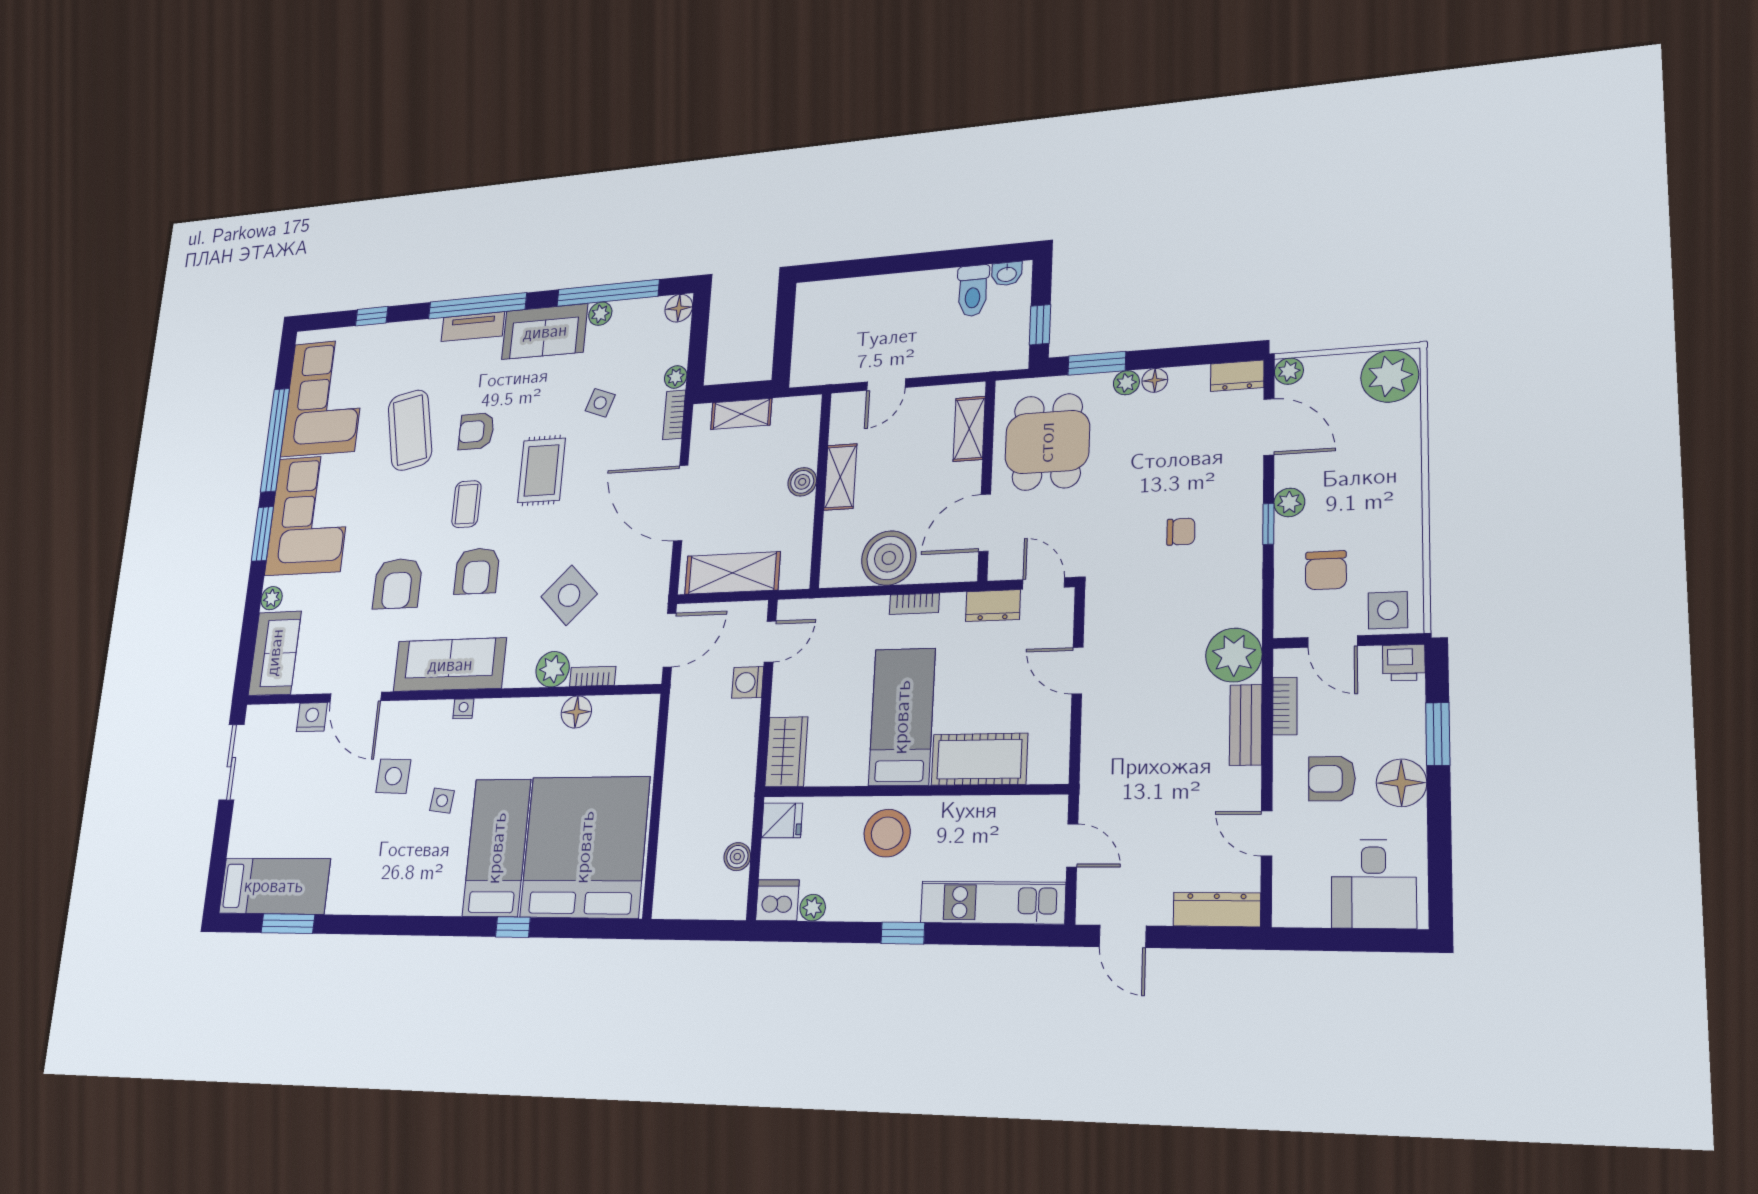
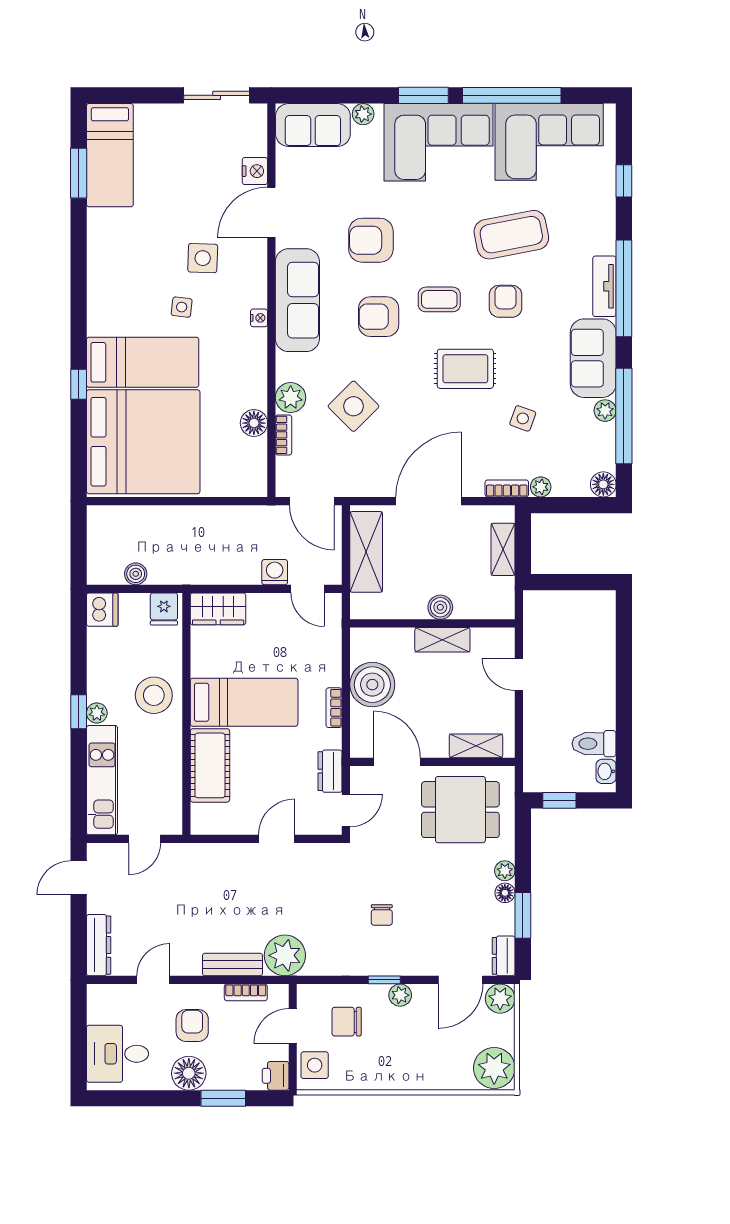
window: (1097, 363) -> (523, 915), moved
plant: (1289, 371) -> (500, 999), width x1.38, depth x1.38
plant: (813, 908) -> (97, 713), moved

